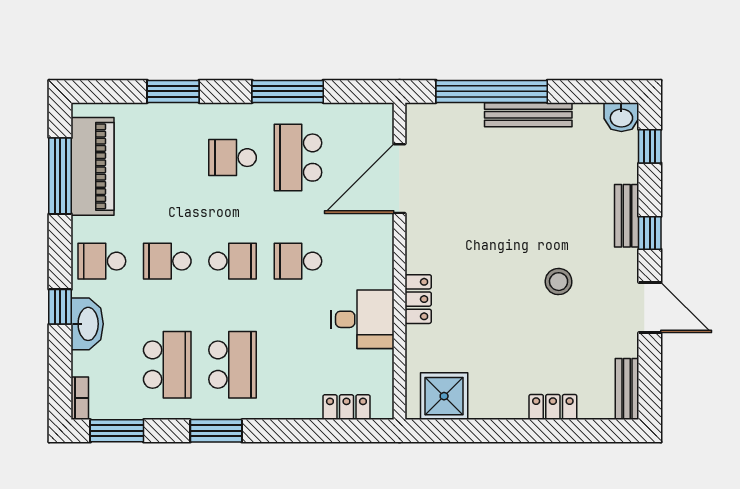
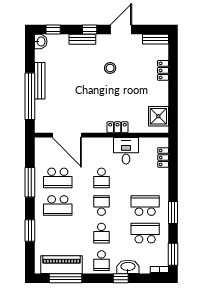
school desk: (233, 158) -> (58, 206), width x1.85

